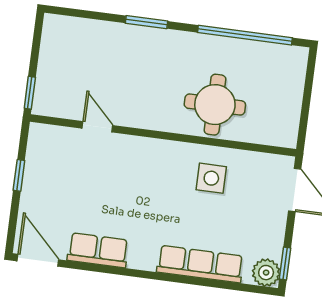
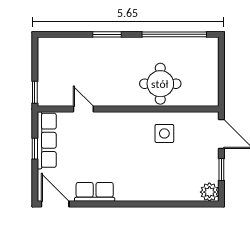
window: (285, 263) -> (221, 170), moved
row of seats: (200, 264) -> (47, 140), moved, turned 90

